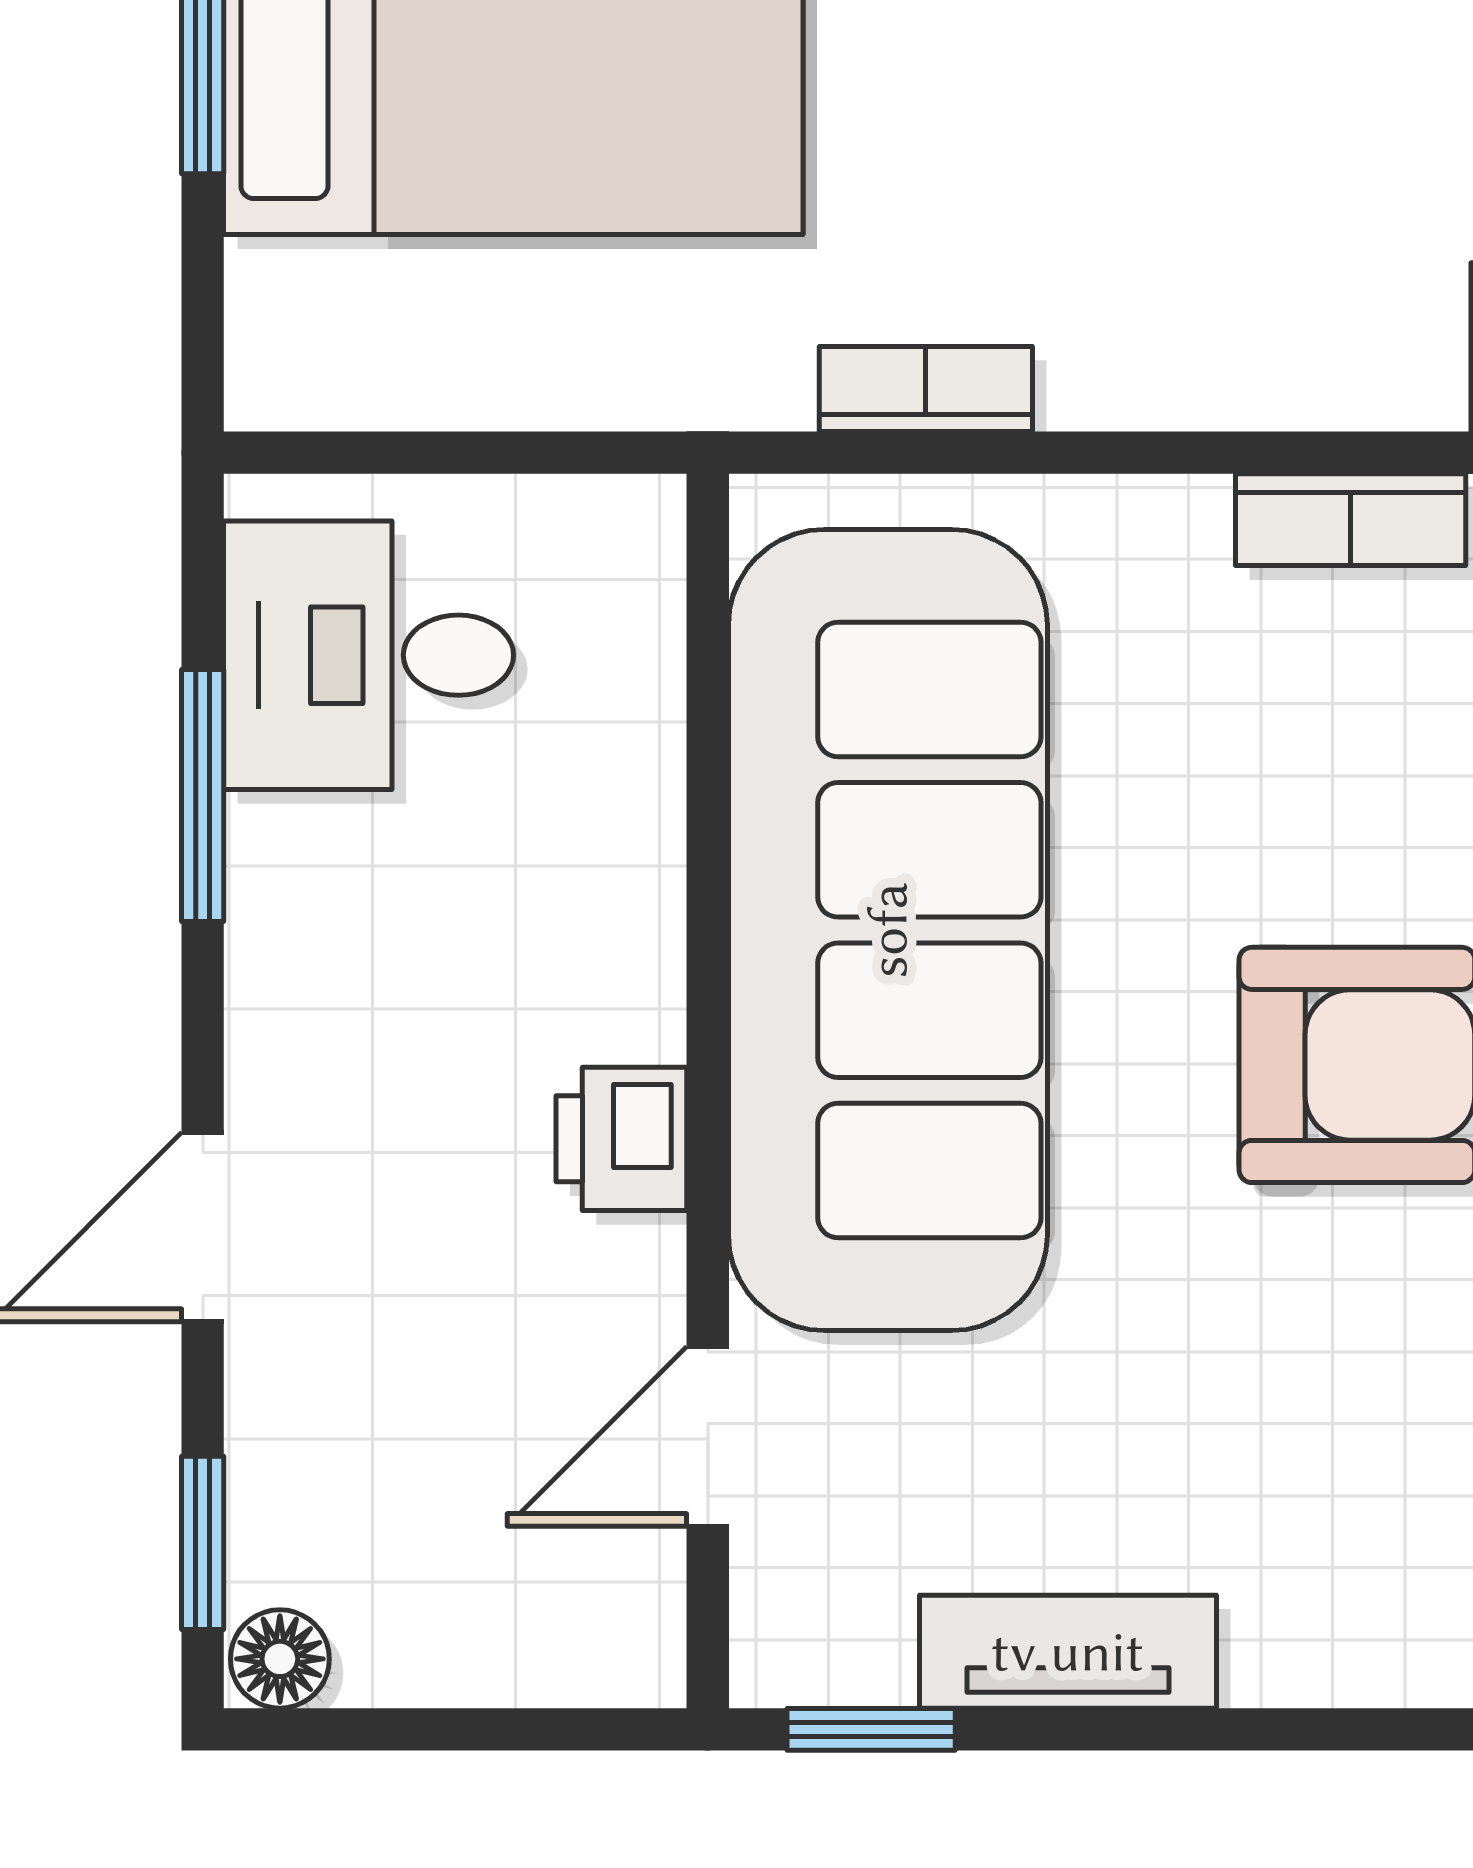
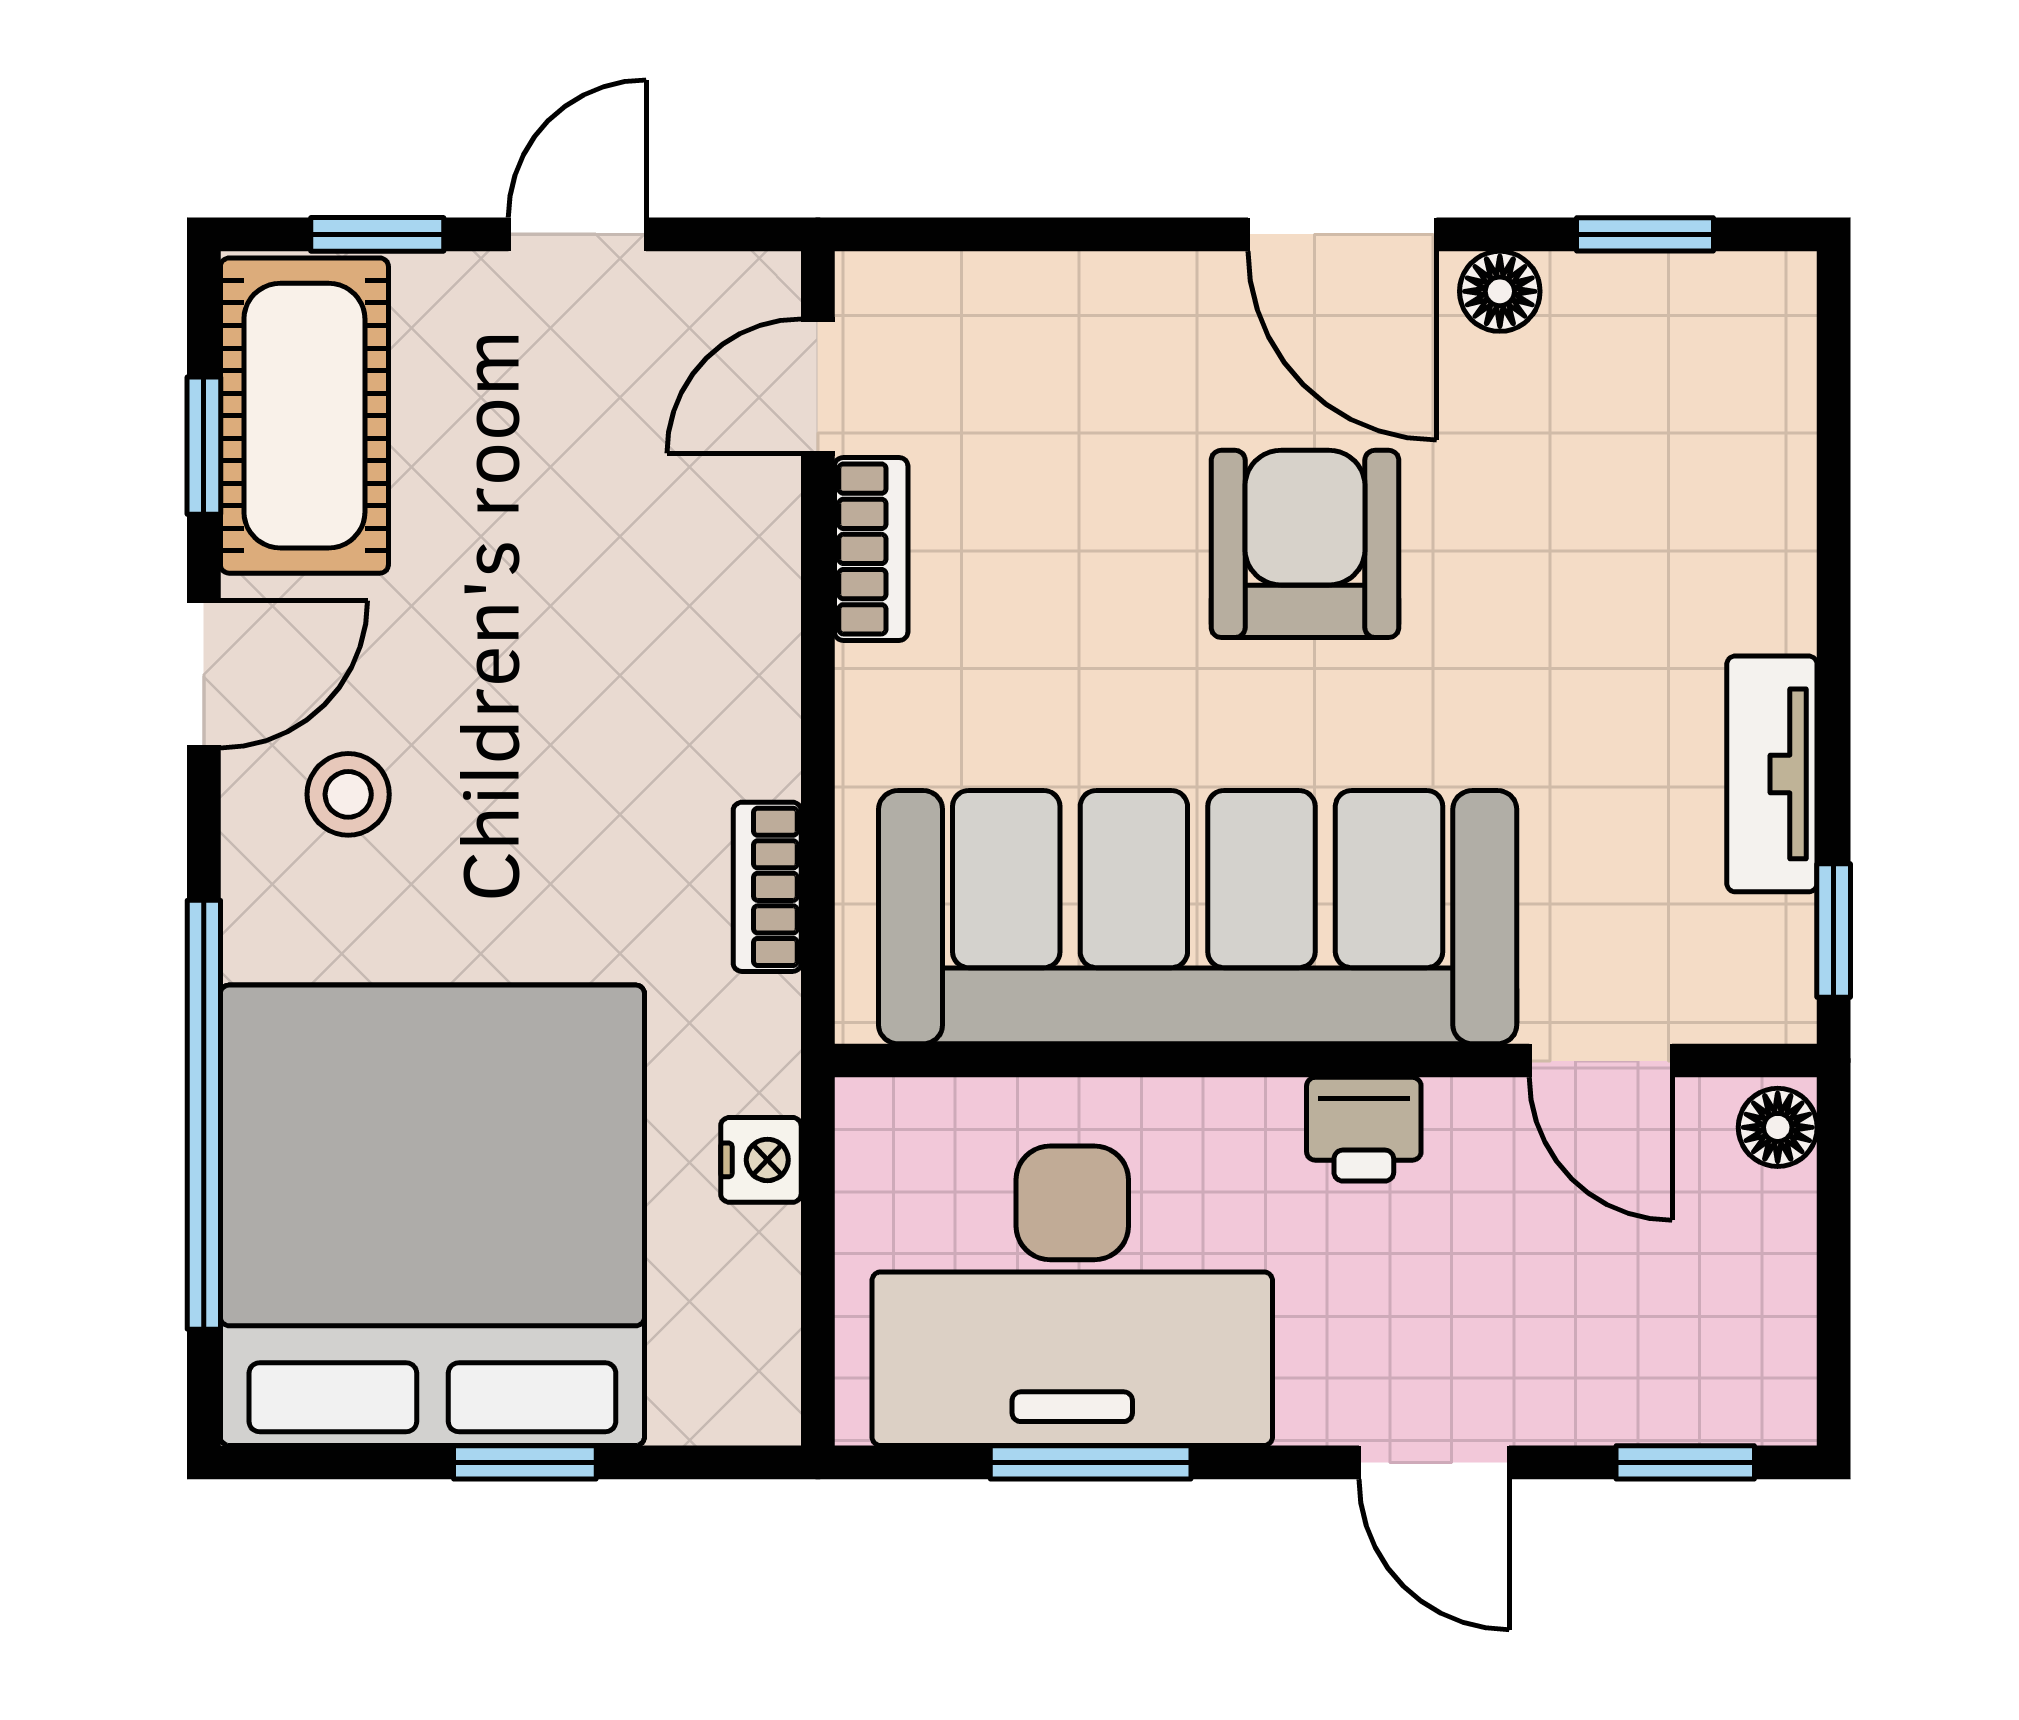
nightstand: (583, 381) -> (761, 1160), added
desk: (369, 655) -> (1072, 1296), width x1.87, depth x1.30
floor lamp: (280, 1659) -> (1778, 1127), moved

